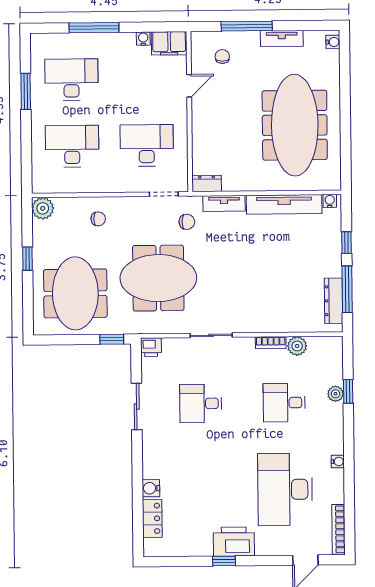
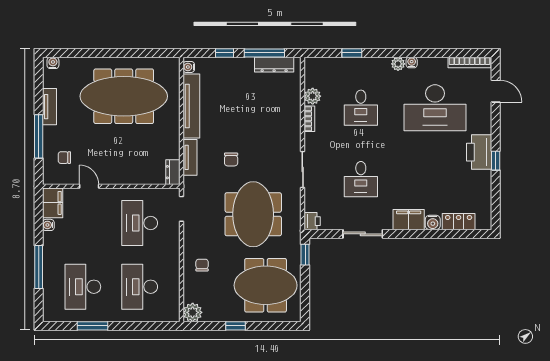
chair: (187, 222) -> (231, 159), moved, turned 180
plant: (335, 394) -> (398, 64), moved
filing cabinet: (154, 460) -> (409, 220), added

